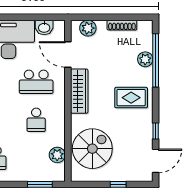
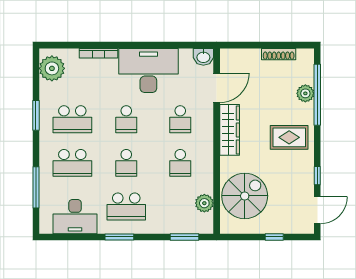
washbasin: (44, 27) -> (203, 57), moved
plant: (88, 28) -> (240, 58), removed
door: (68, 54) -> (217, 88), swing flipped
school desk: (36, 82) -> (180, 119), width x0.54

